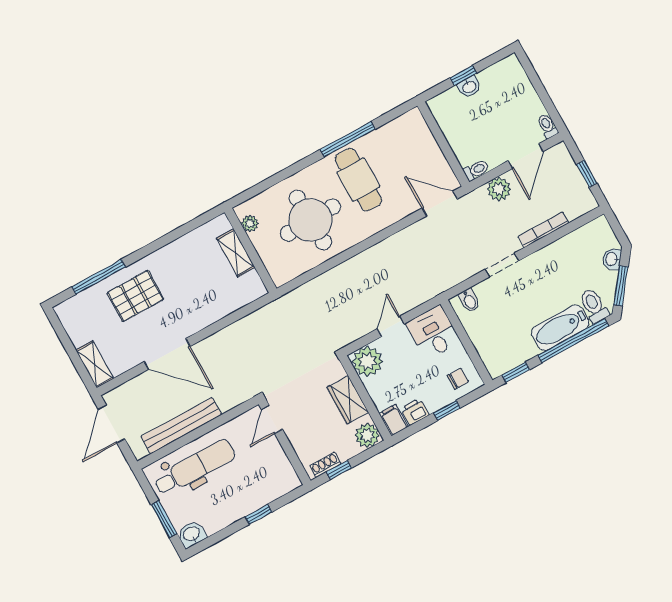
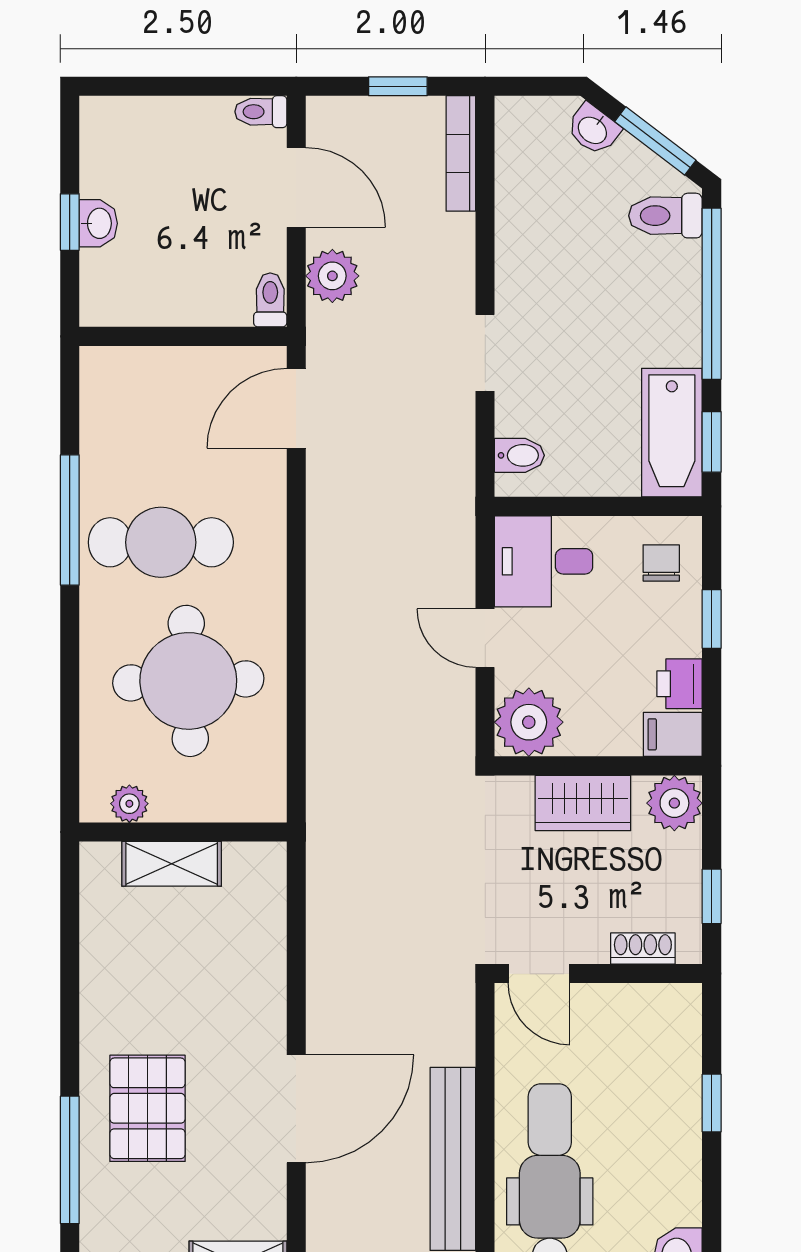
bookcase: (543, 230) -> (461, 153), moved
bathtub: (560, 328) -> (672, 433), moved
shoe rack: (325, 465) -> (643, 948), moved, turned 90

